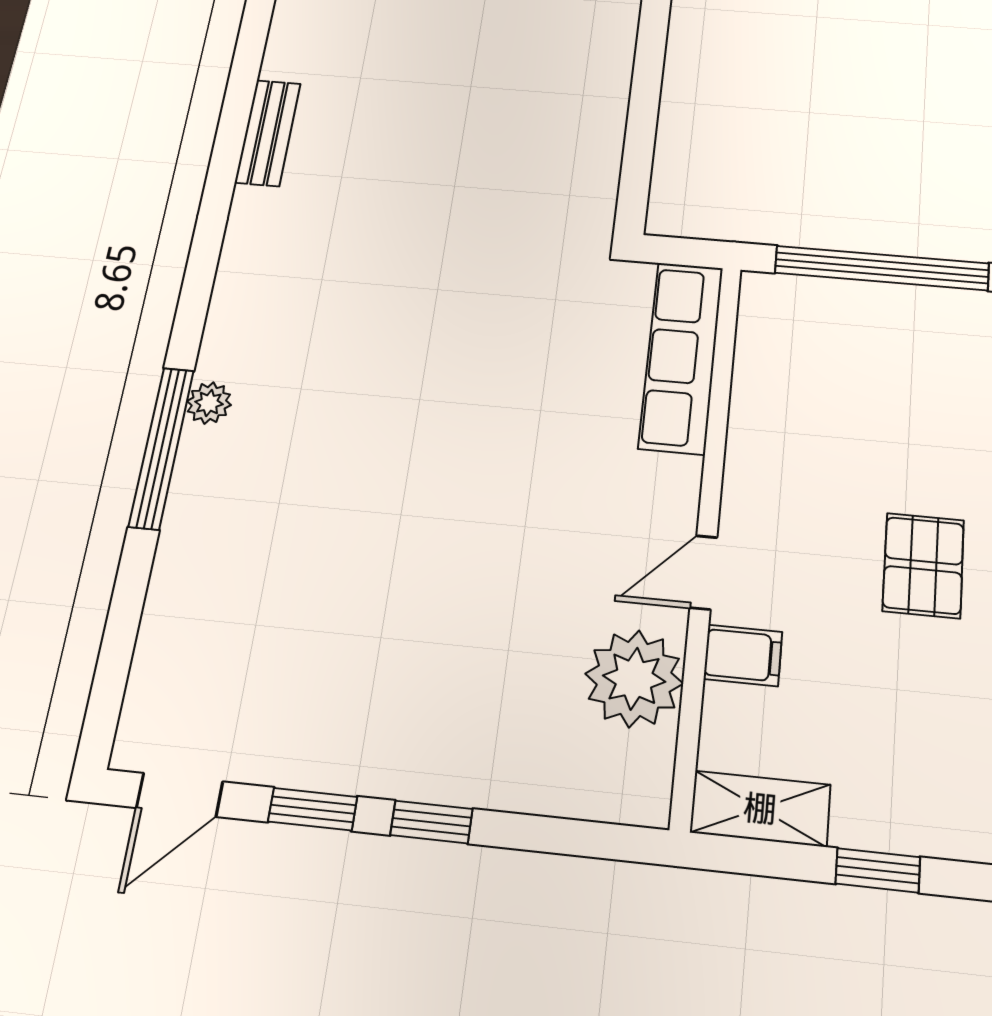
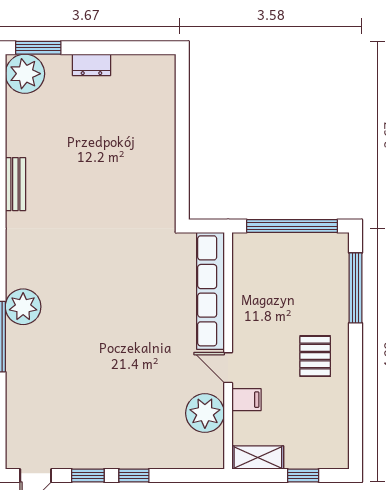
row of seats: (681, 357) -> (210, 291), width x1.36
plant: (209, 403) -> (23, 307), width x1.88, depth x1.88
door: (703, 572) -> (228, 368), hinge flipped

